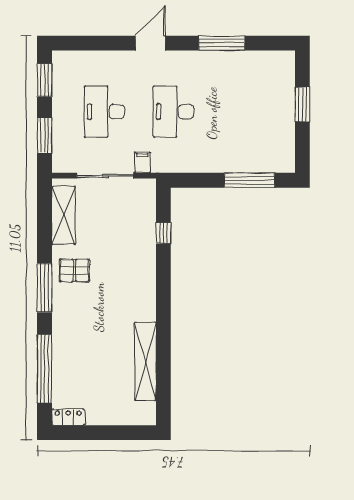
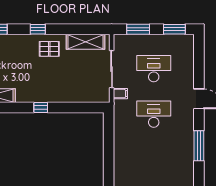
window: (250, 180) -> (109, 164), removed
window: (163, 233) -> (41, 107), moved
pallet: (74, 270) -> (49, 49), turned 90
window: (45, 288) -> (38, 29), width x0.46

